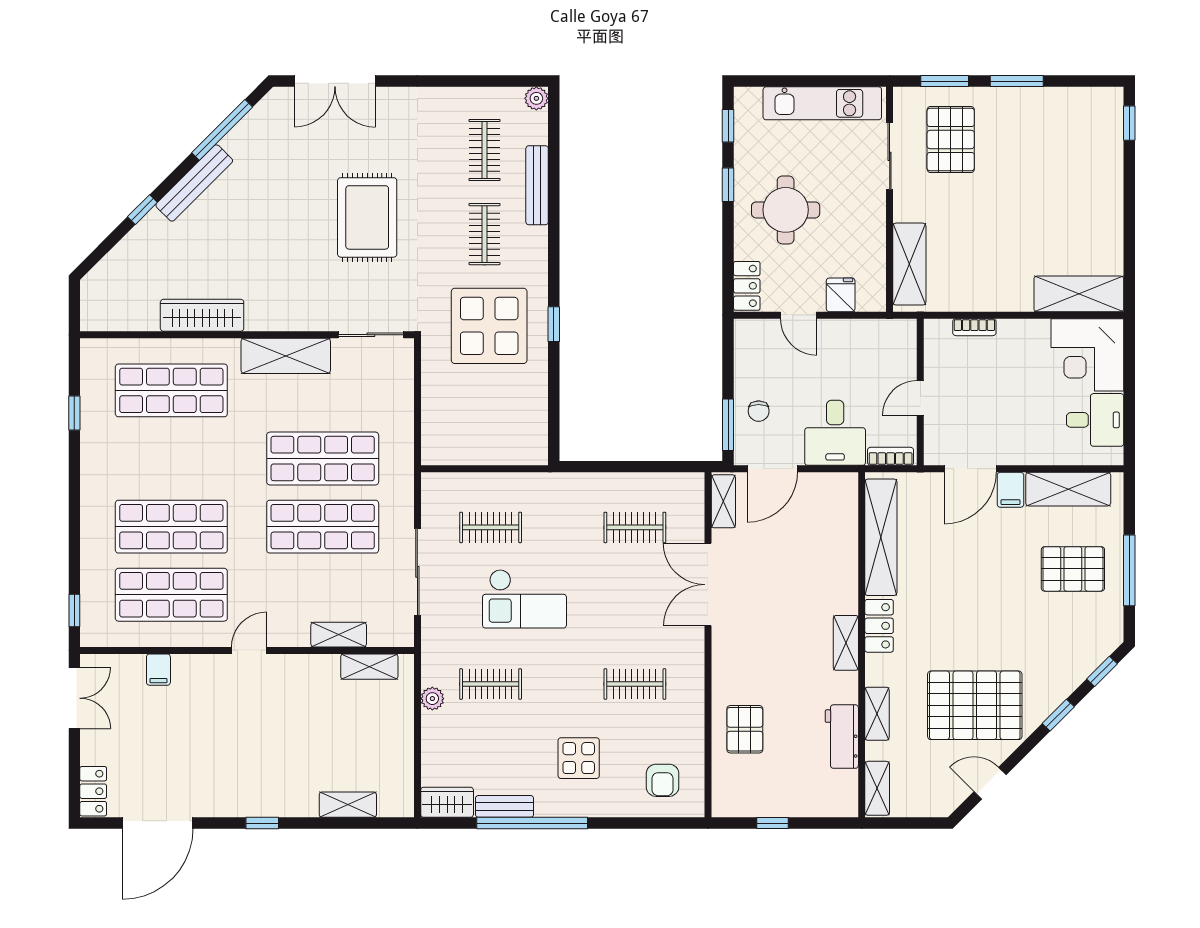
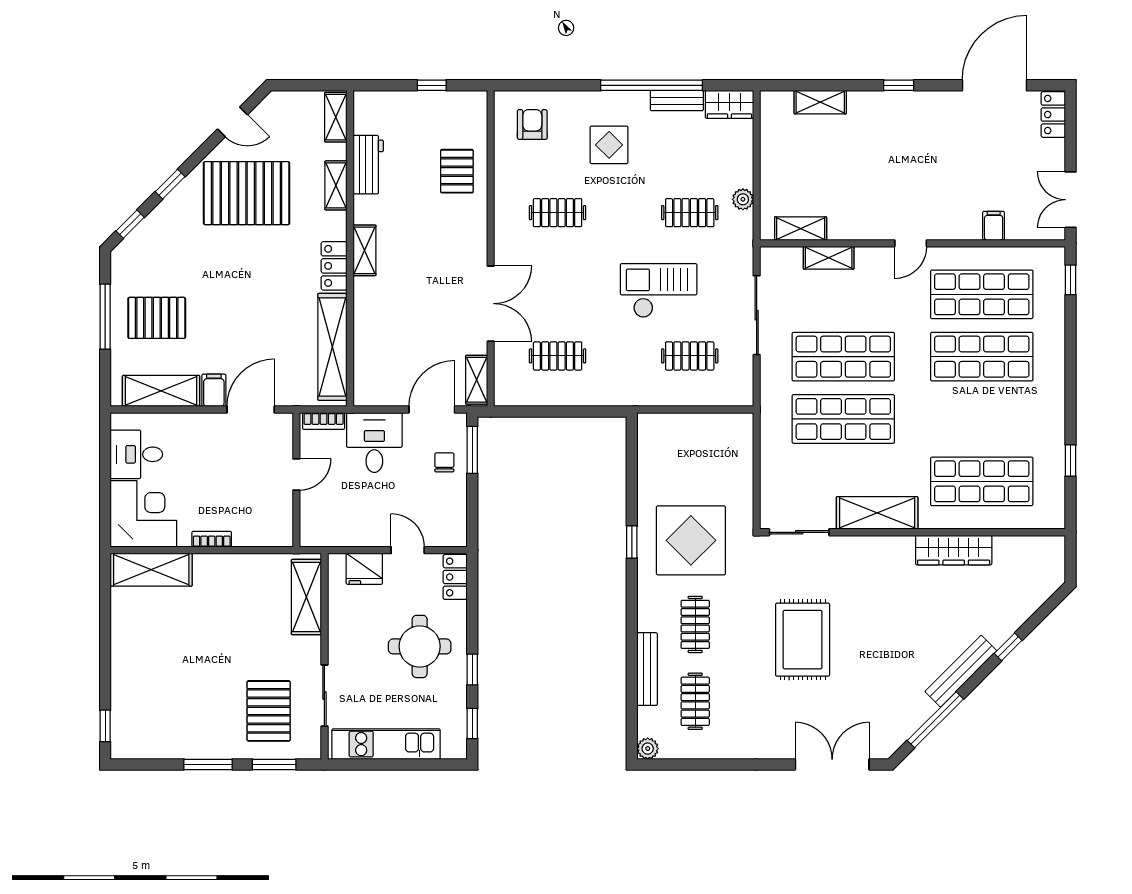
fridge: (841, 295) -> (364, 569), width x1.38
bookcase: (974, 327) -> (212, 539), moved

